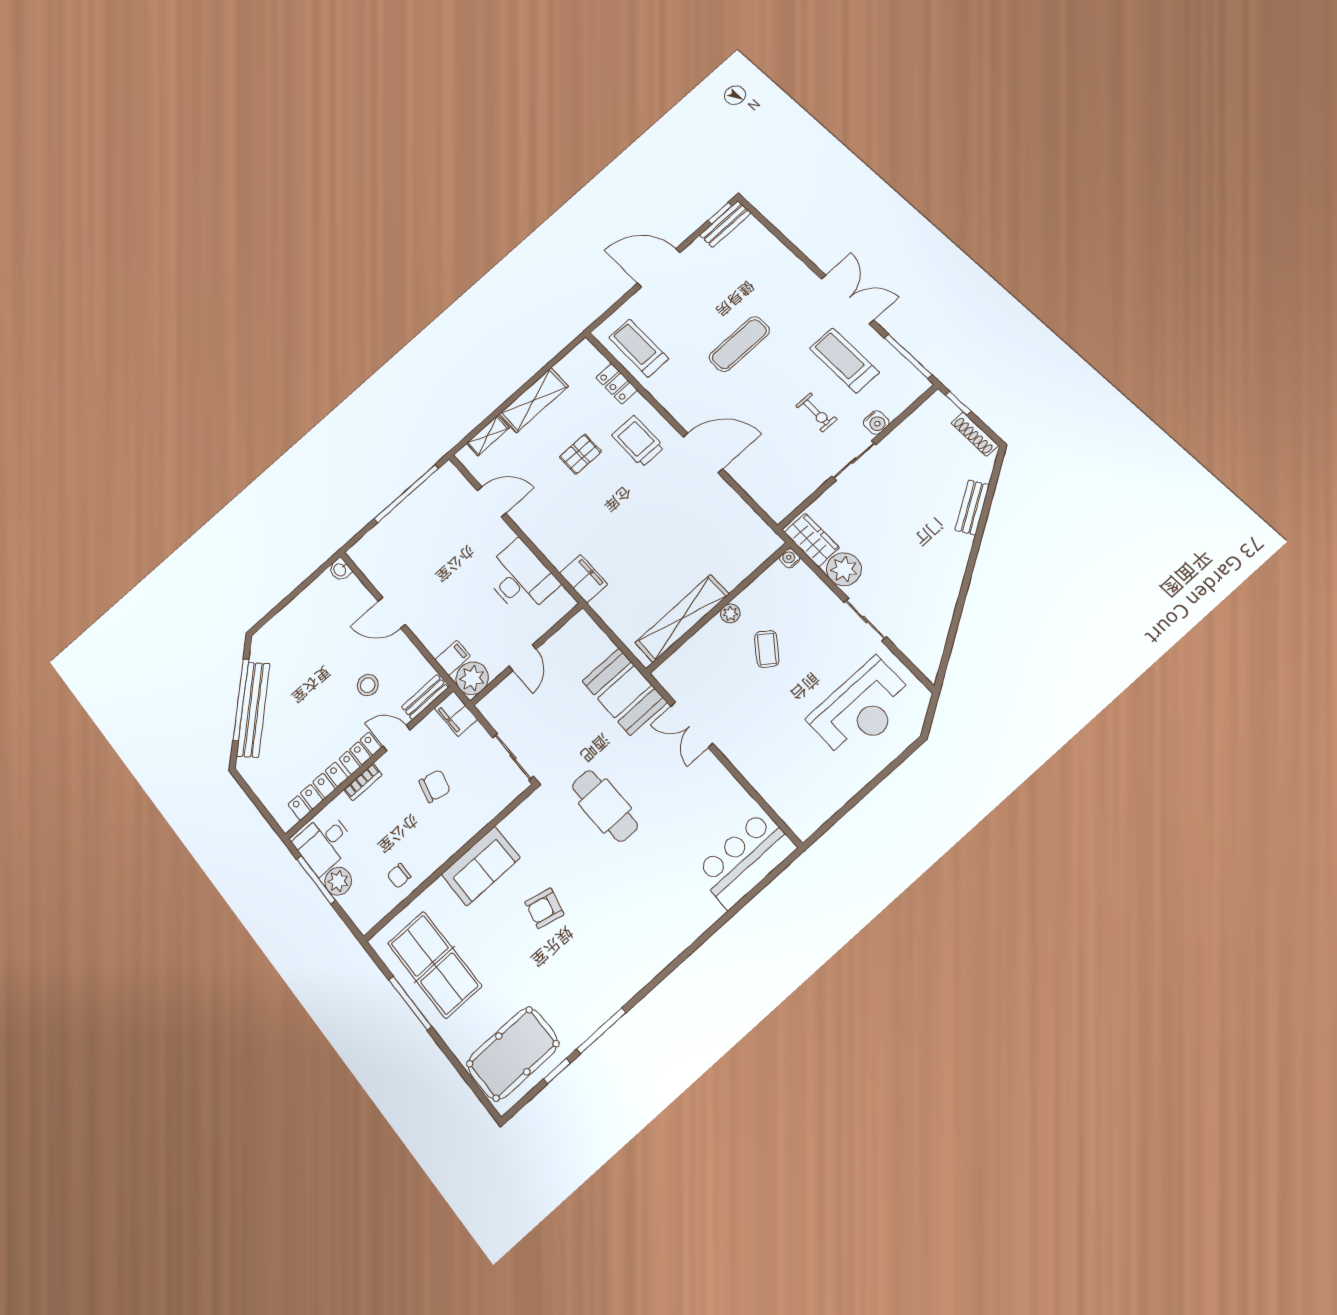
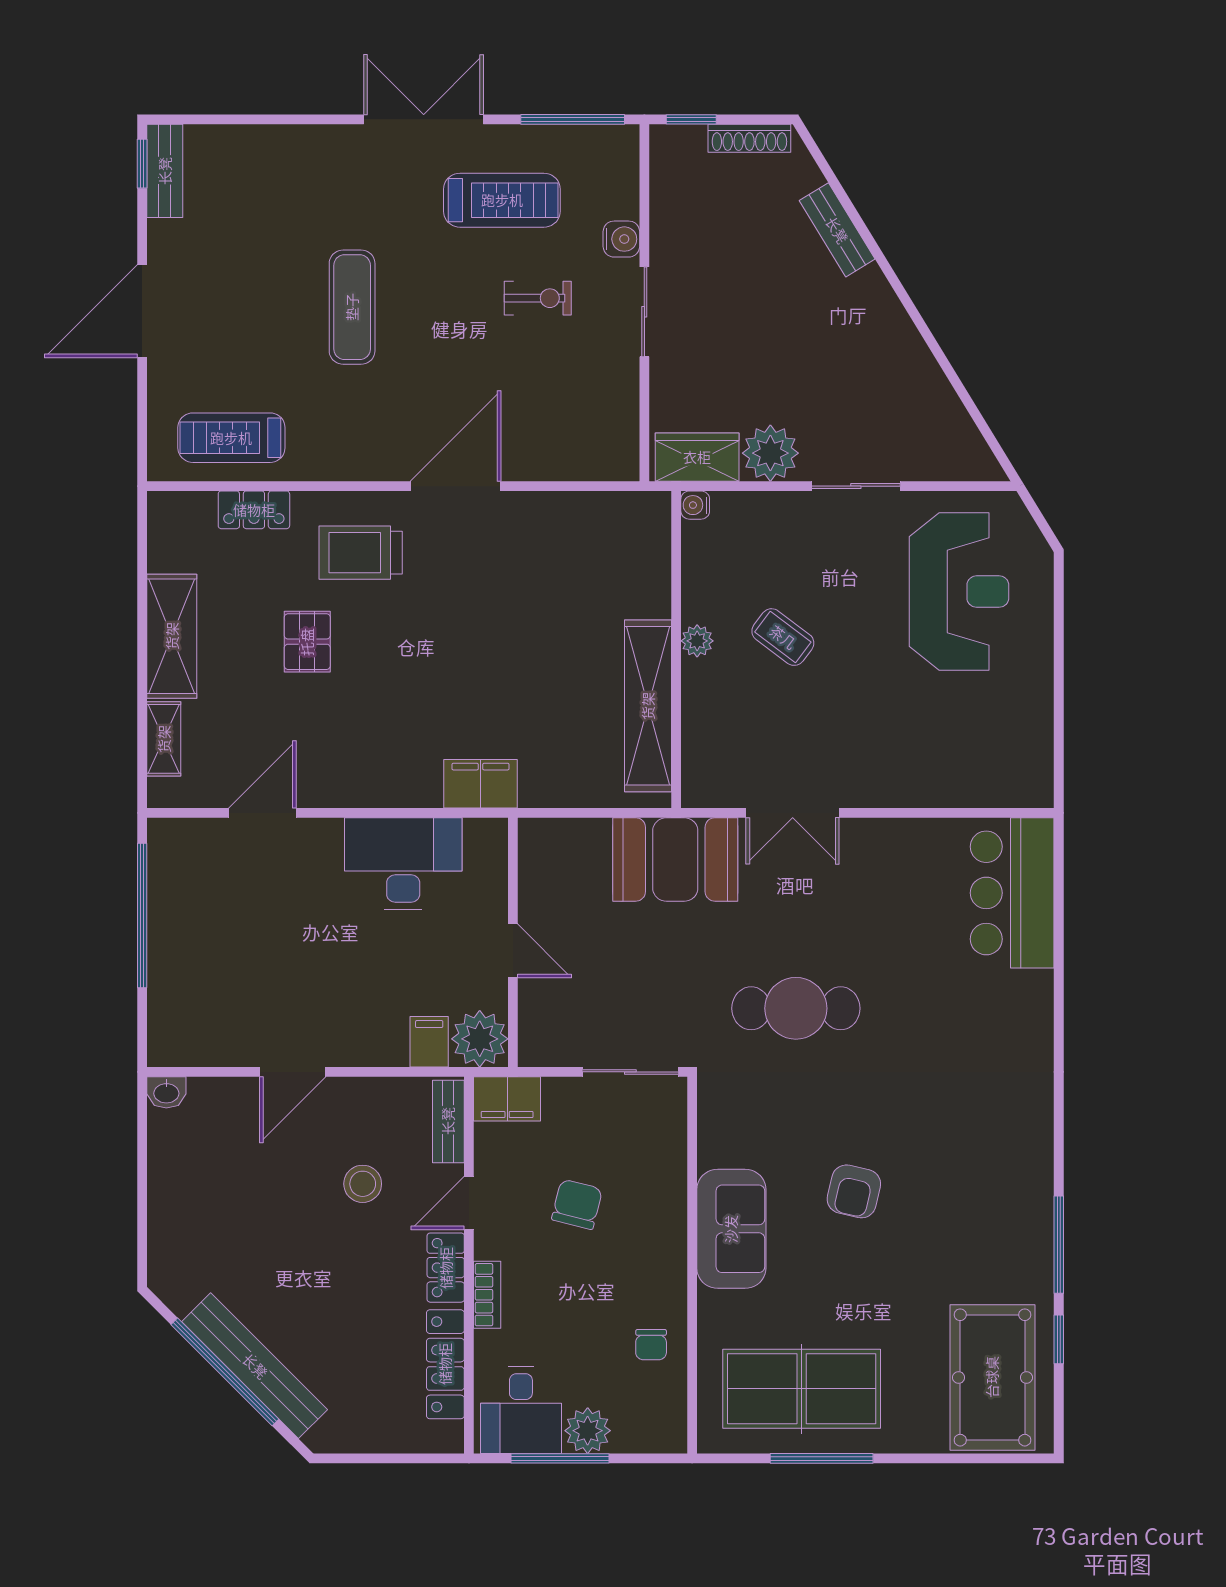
treadmill: (844, 360) -> (502, 200), turned 180

